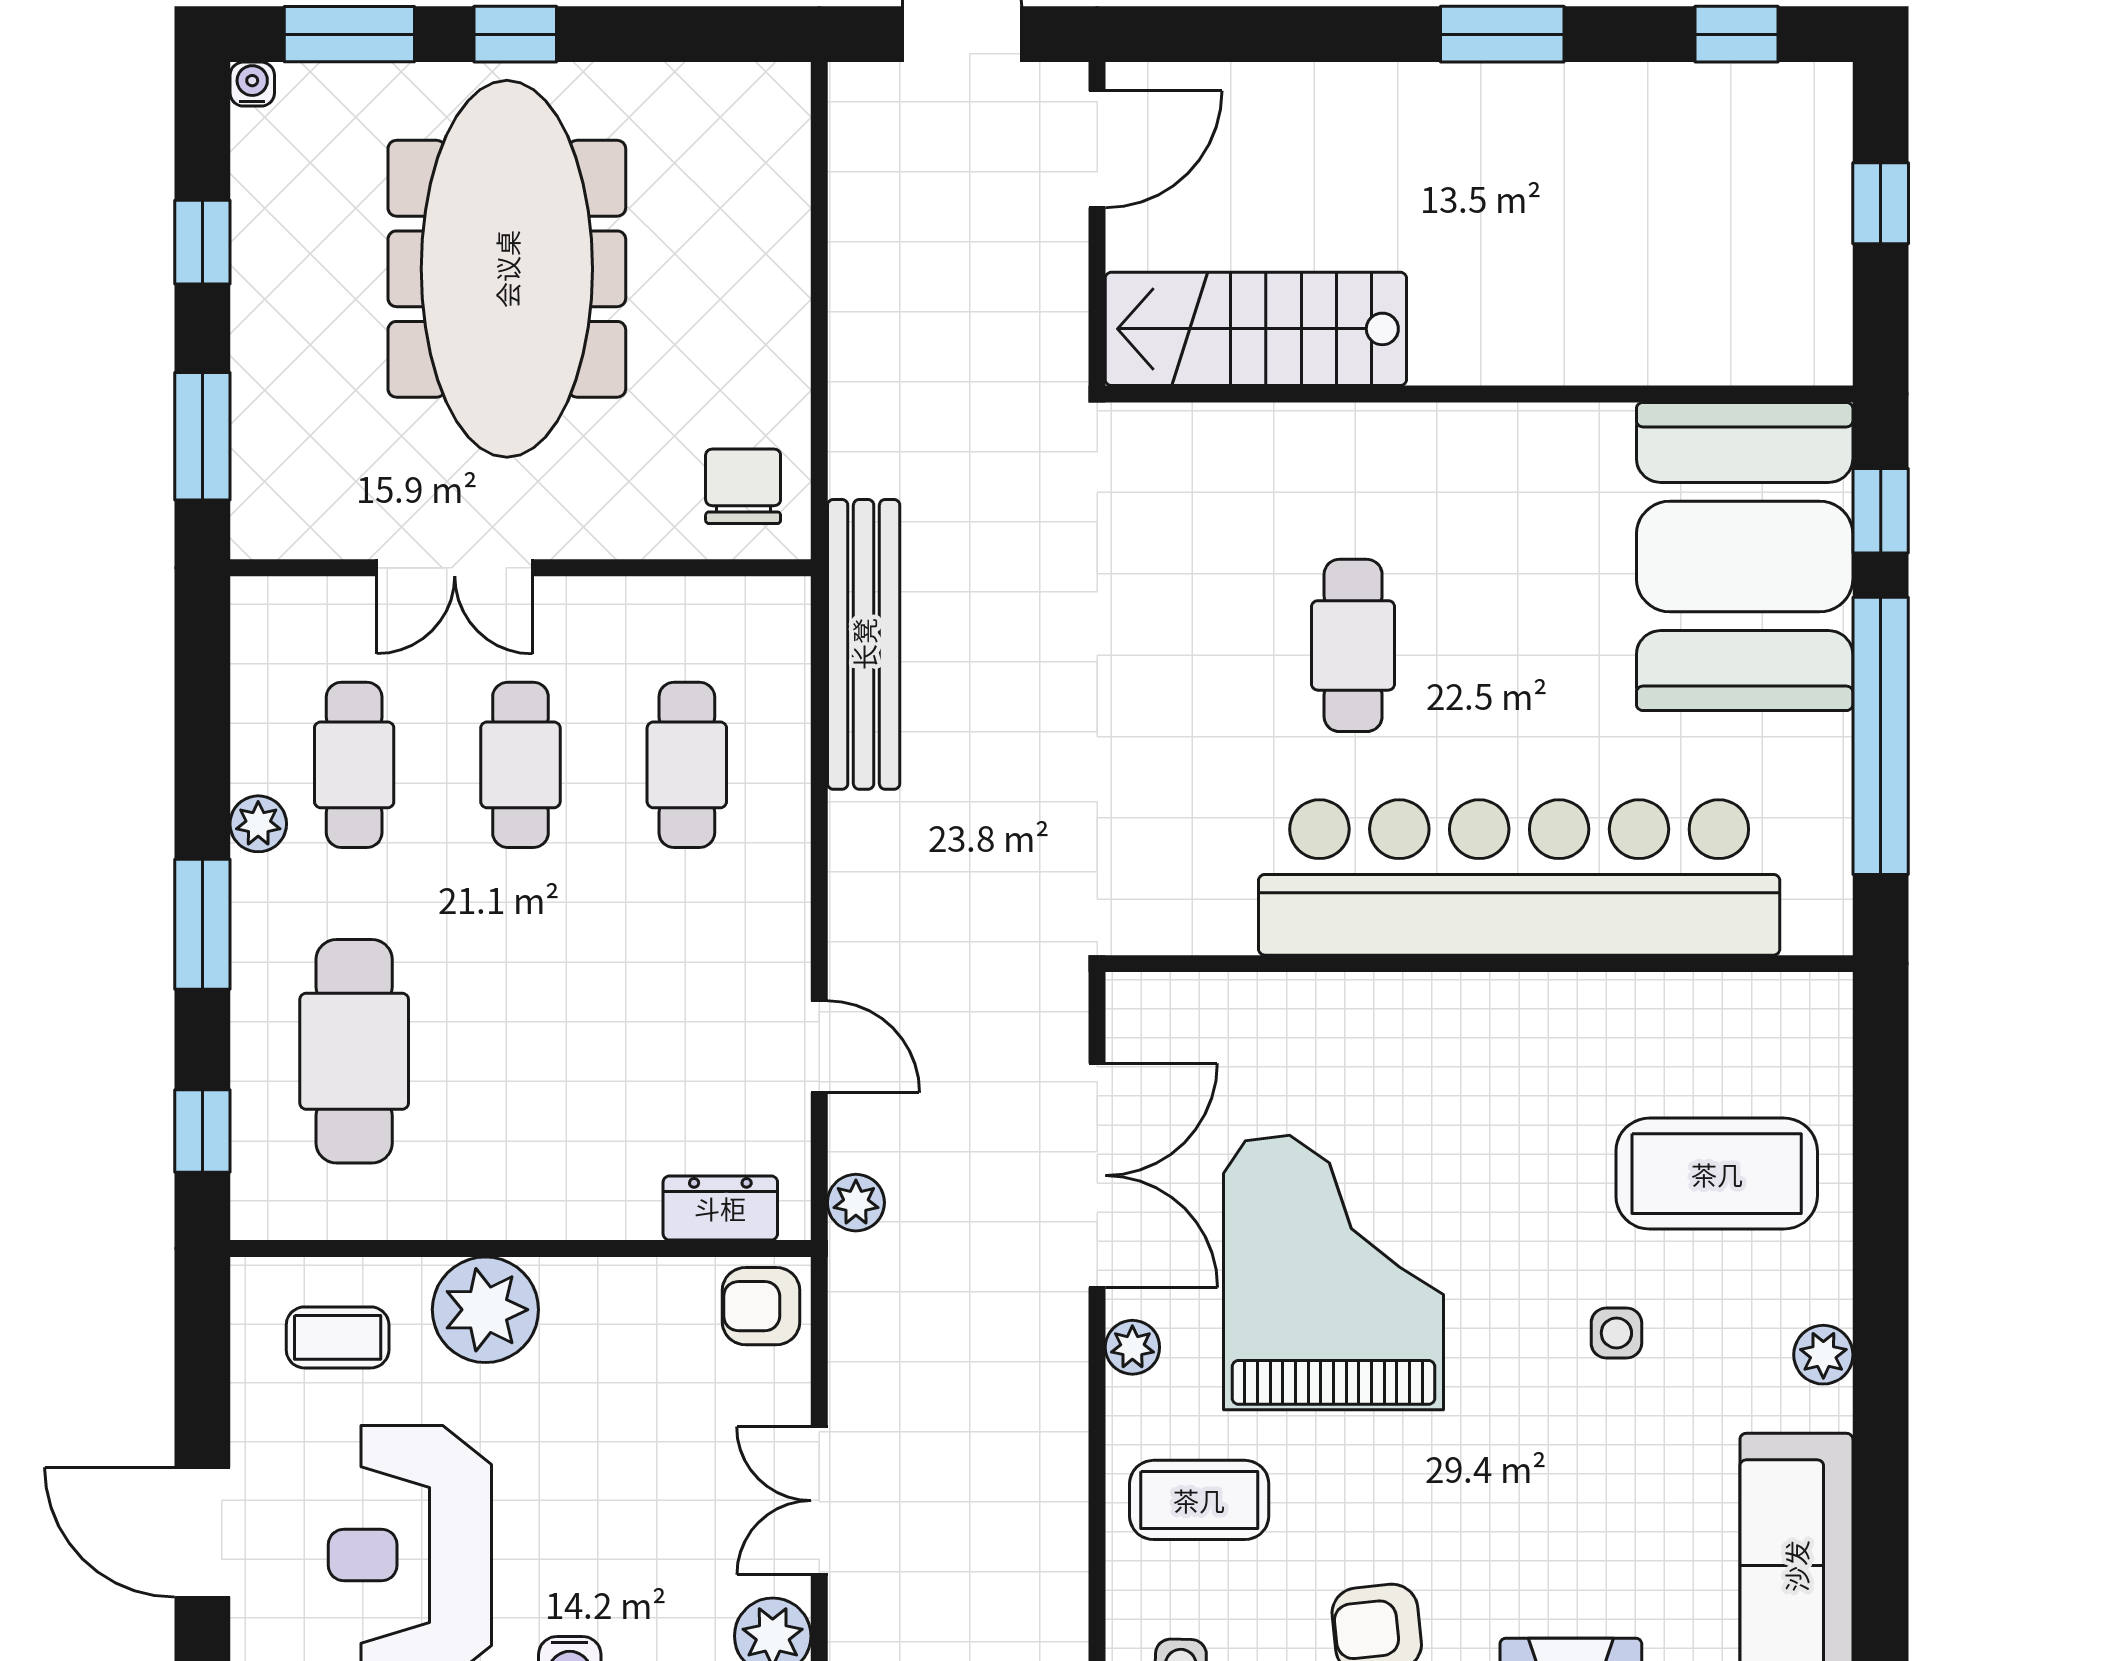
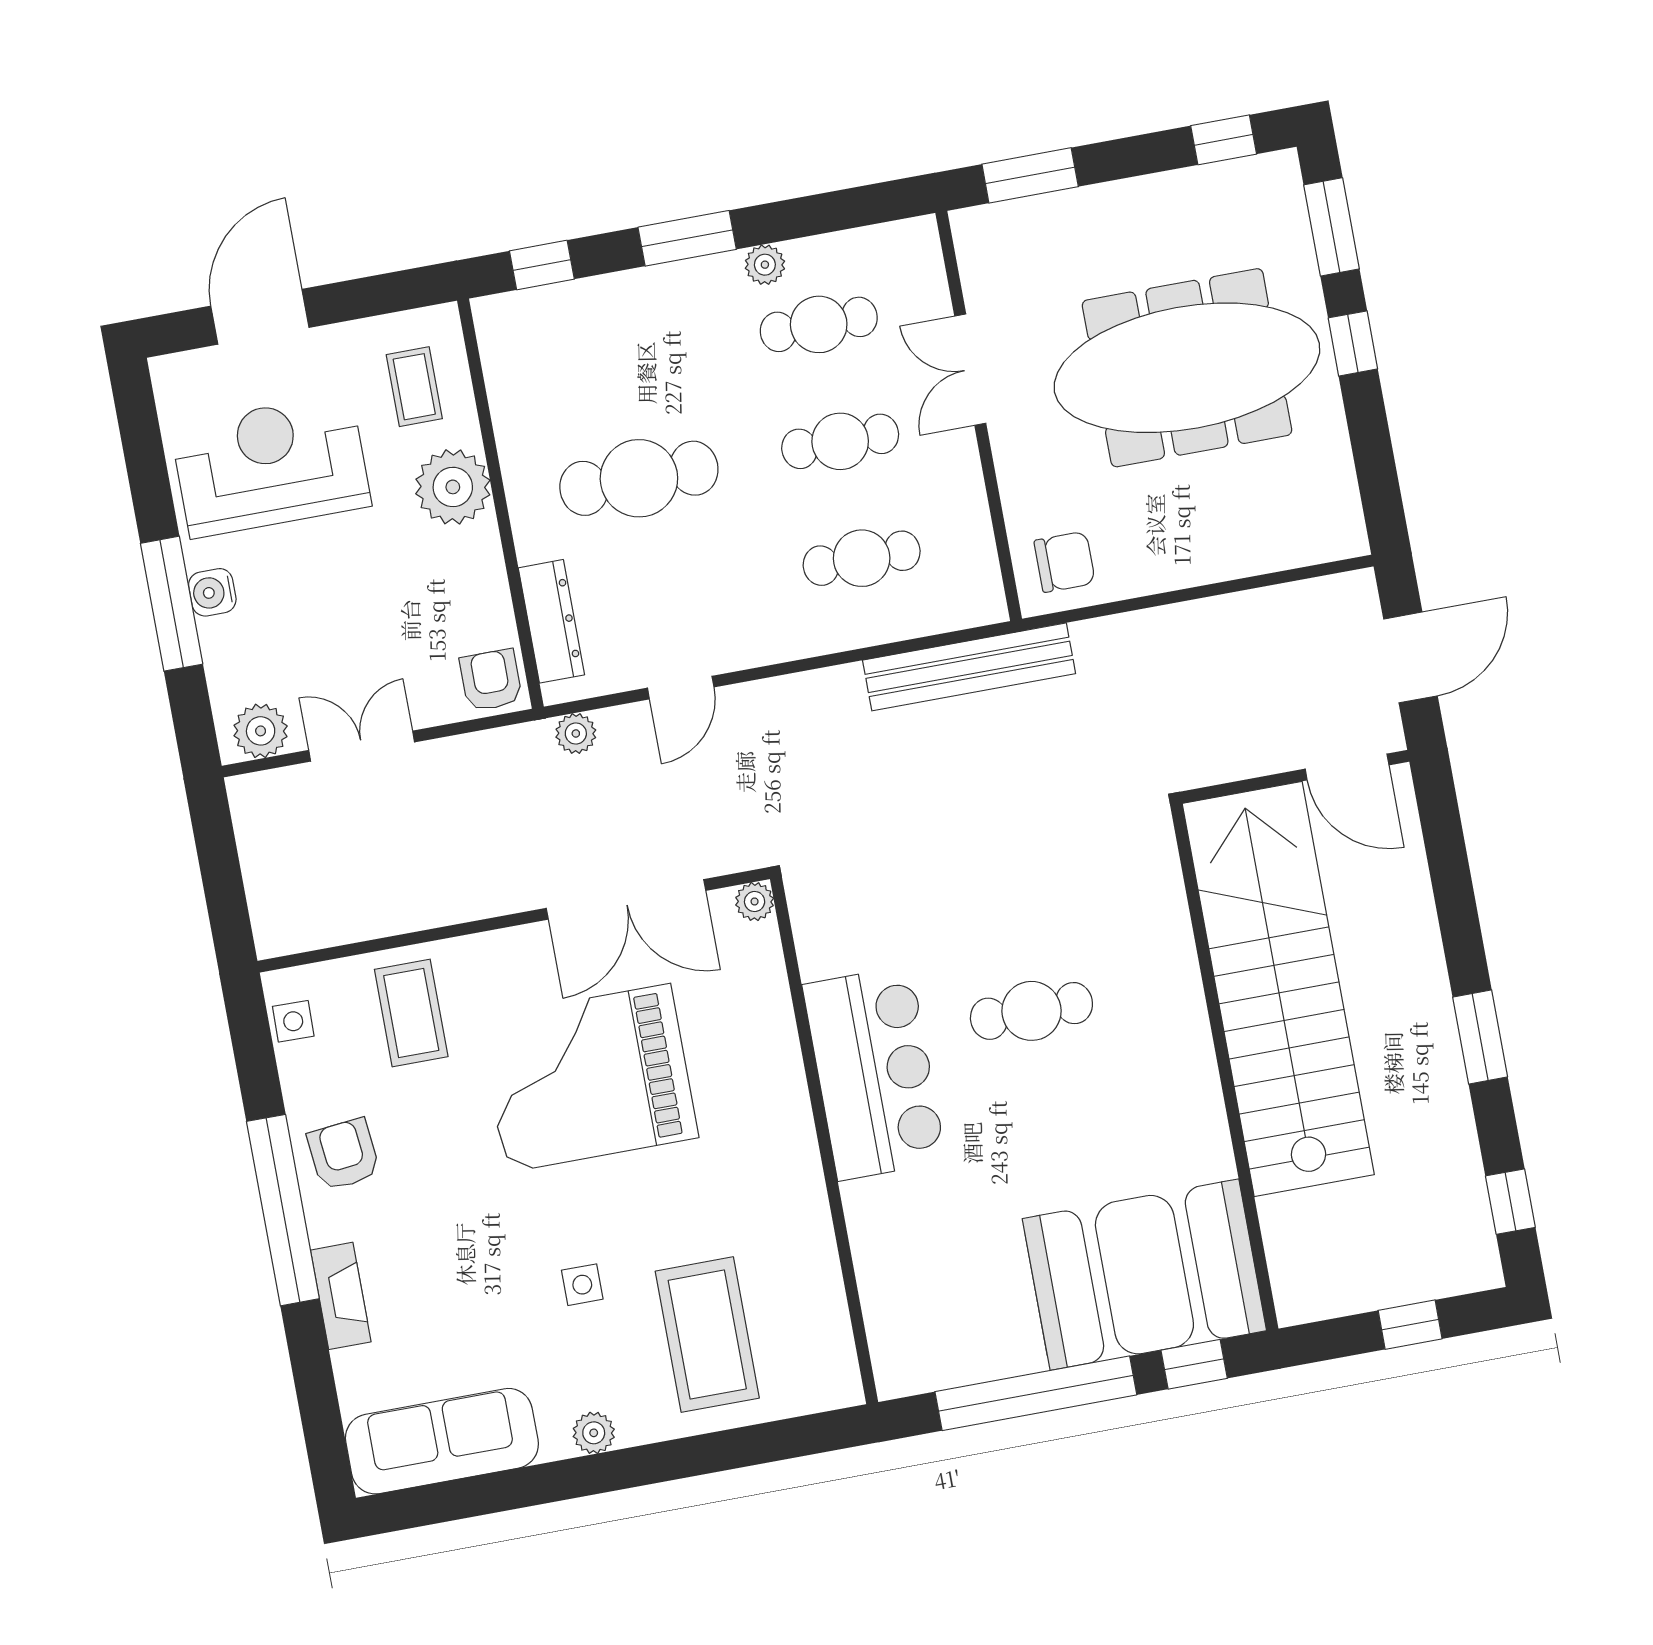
water cooler: (252, 84) -> (1284, 165), removed
window: (202, 242) -> (1224, 140), moved
stairs: (1256, 329) -> (1278, 989), width x1.86, depth x1.51
bar counter: (1519, 877) -> (874, 1073), width x0.54
cafe table: (354, 1051) -> (639, 478), moved
dresser: (720, 1208) -> (551, 621), width x1.44
grand piano: (1333, 1272) -> (588, 1078), turned 180
plant: (1132, 1347) -> (755, 902), moved

